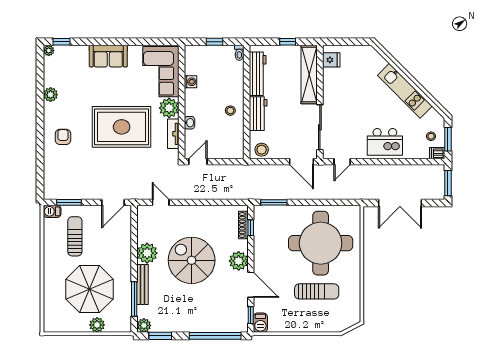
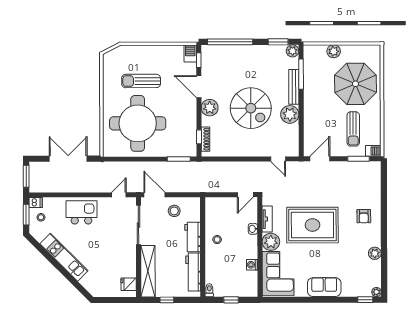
stool: (262, 150) -> (174, 211), moved
parasol: (90, 289) -> (355, 84), moved

